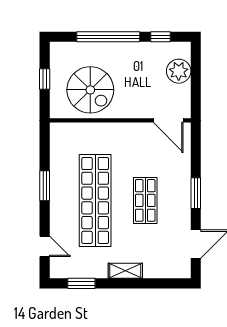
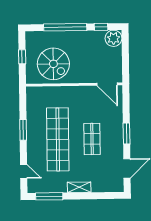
plant: (179, 71) -> (113, 38), moved
window: (81, 283) -> (49, 196), width x1.44

